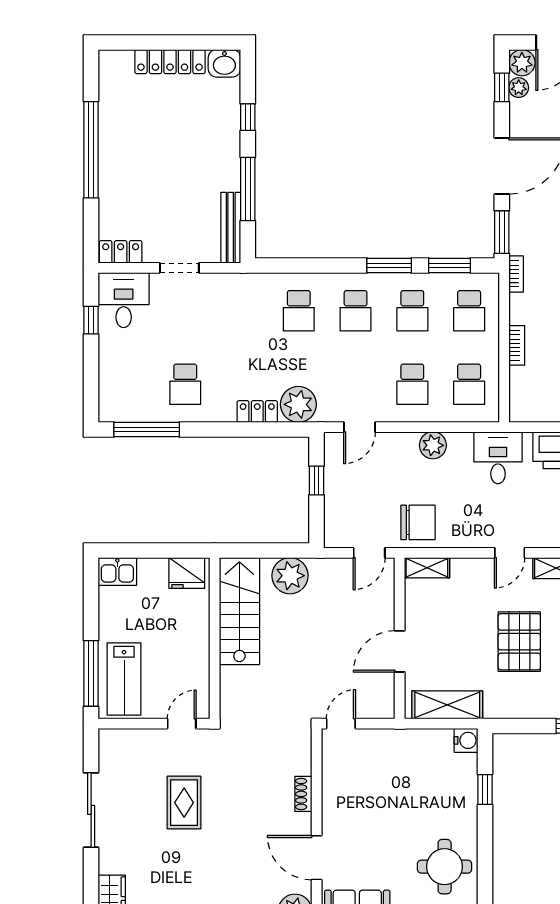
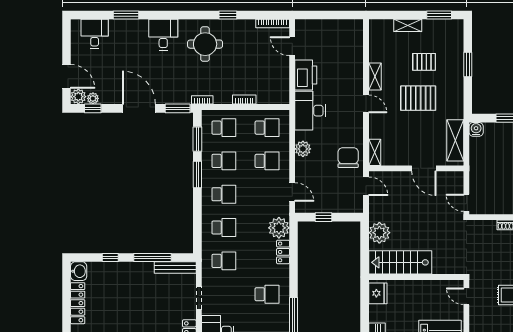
school desk: (242, 311) -> (224, 261), added
desk: (498, 458) -> (310, 111), width x1.37

